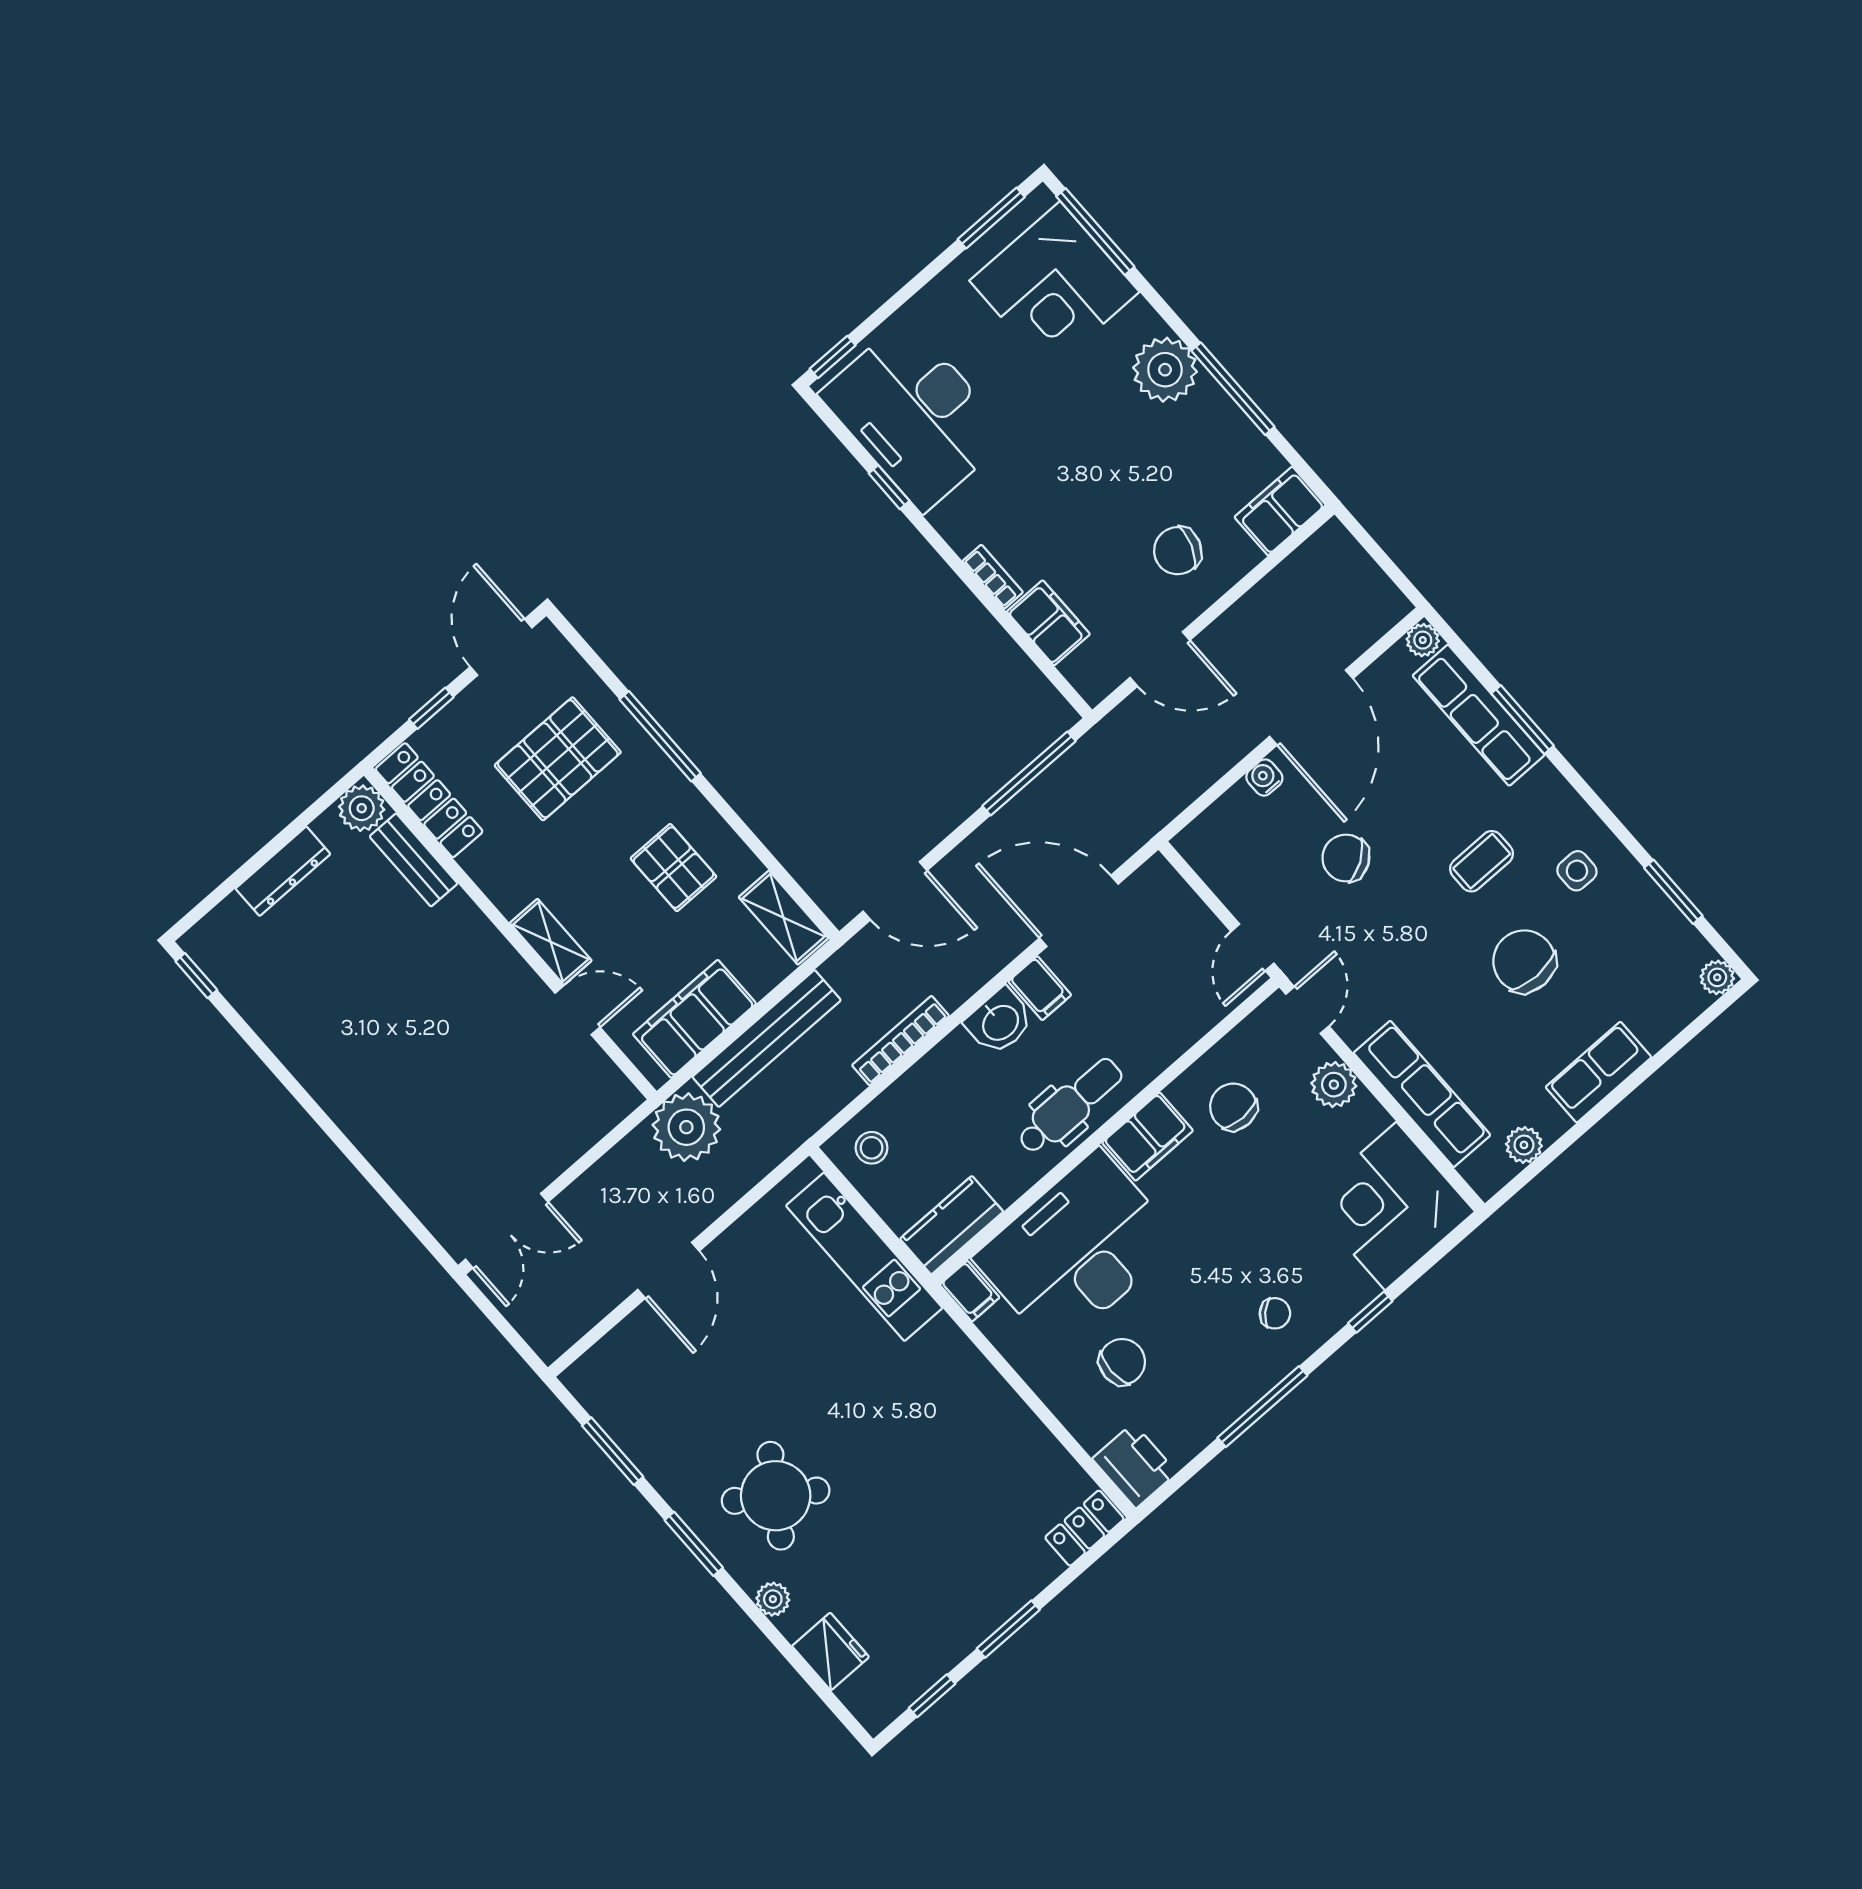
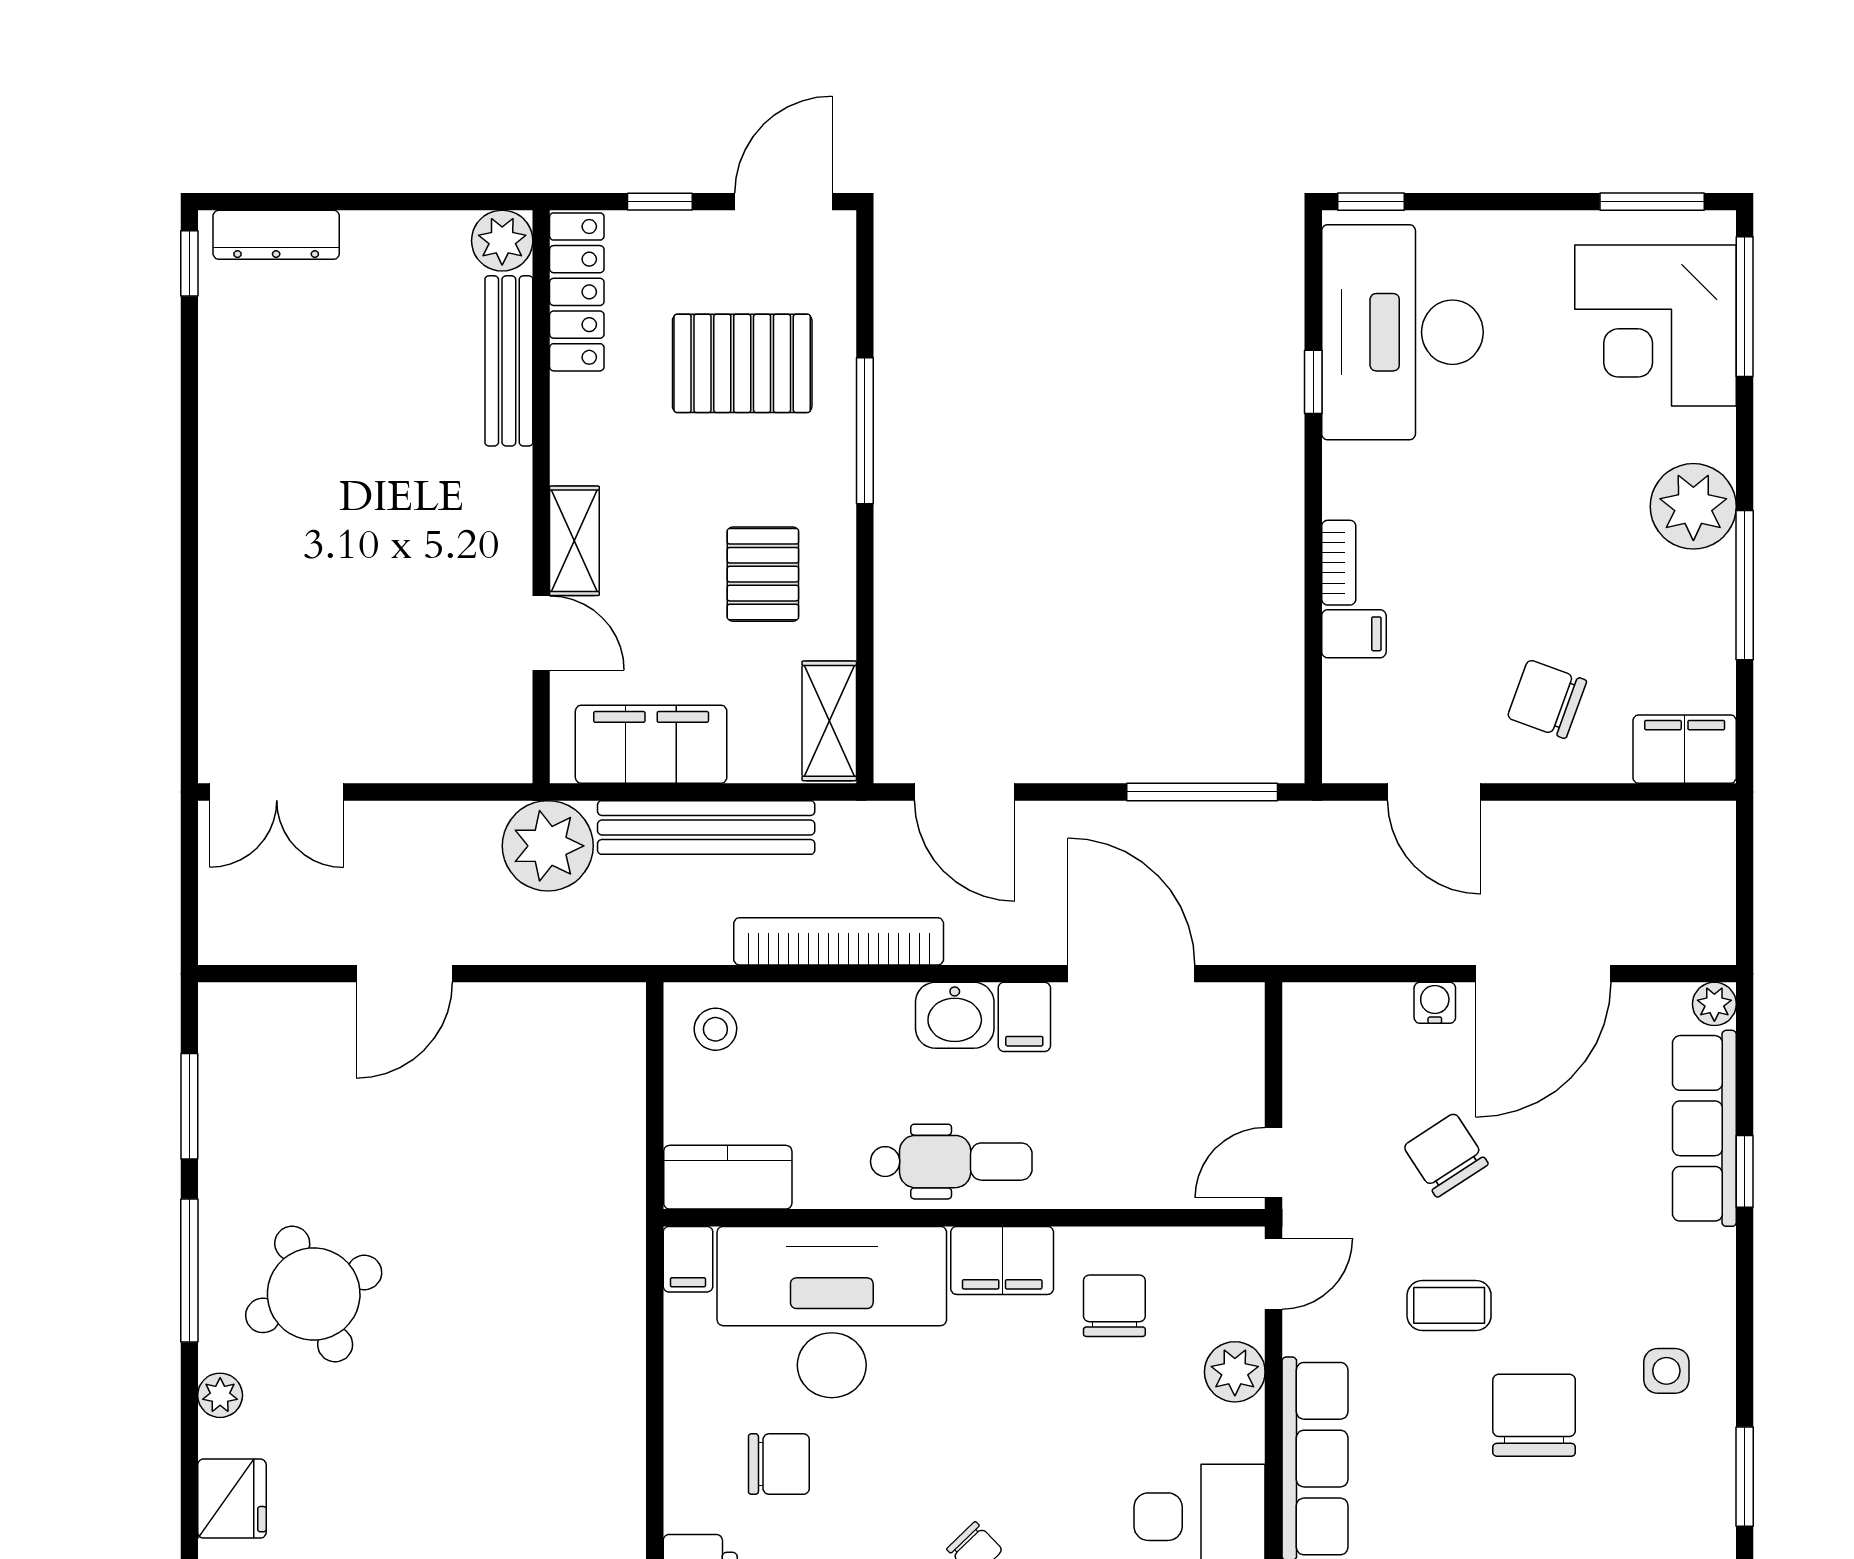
filing cabinet: (1048, 623) -> (1354, 634), width x0.50
window: (1523, 720) -> (1745, 1171), width x0.67
bench: (414, 860) -> (509, 361), width x1.36
coffee table: (1482, 861) -> (1449, 1305), moved
dresser: (283, 871) -> (276, 235), moved
bookcase: (900, 1041) -> (839, 941), width x1.48, depth x1.31
kitchen unit: (864, 1257) -> (612, 1132), removed
round table: (776, 1496) -> (314, 1294), turned 33
window: (694, 1544) -> (189, 1270), width x1.44

